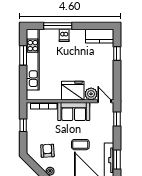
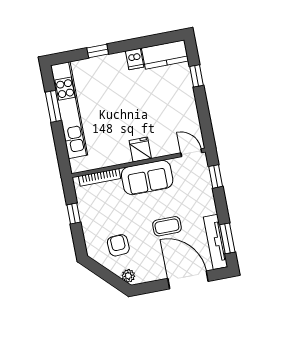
window: (58, 26) -> (98, 51), width x0.46
dishwasher: (64, 35) -> (135, 59), moved
fridge: (73, 91) -> (140, 149), width x0.53, depth x0.75
plant: (91, 94) -> (169, 145), removed

